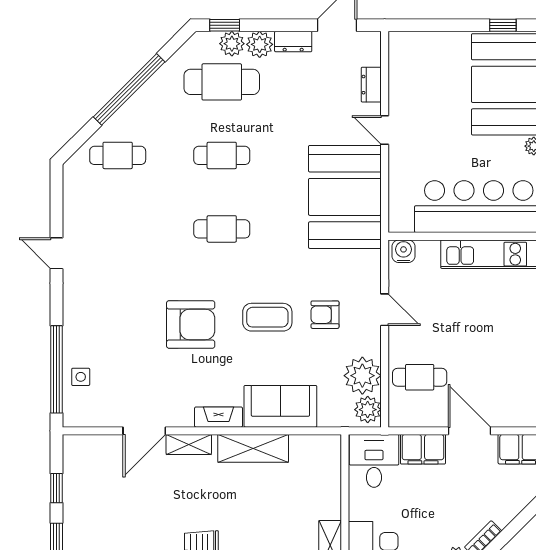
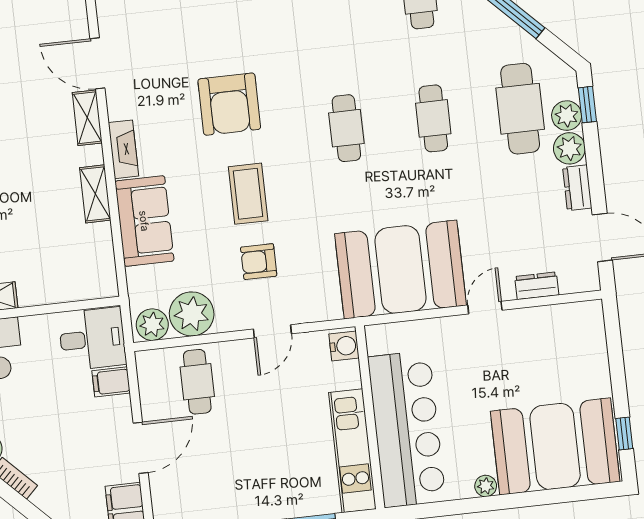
armchair: (325, 315) -> (259, 262), turned -90
shelving: (253, 448) -> (95, 194), width x0.67, depth x0.75
filing cabinet: (423, 449) -> (111, 382), width x0.50

